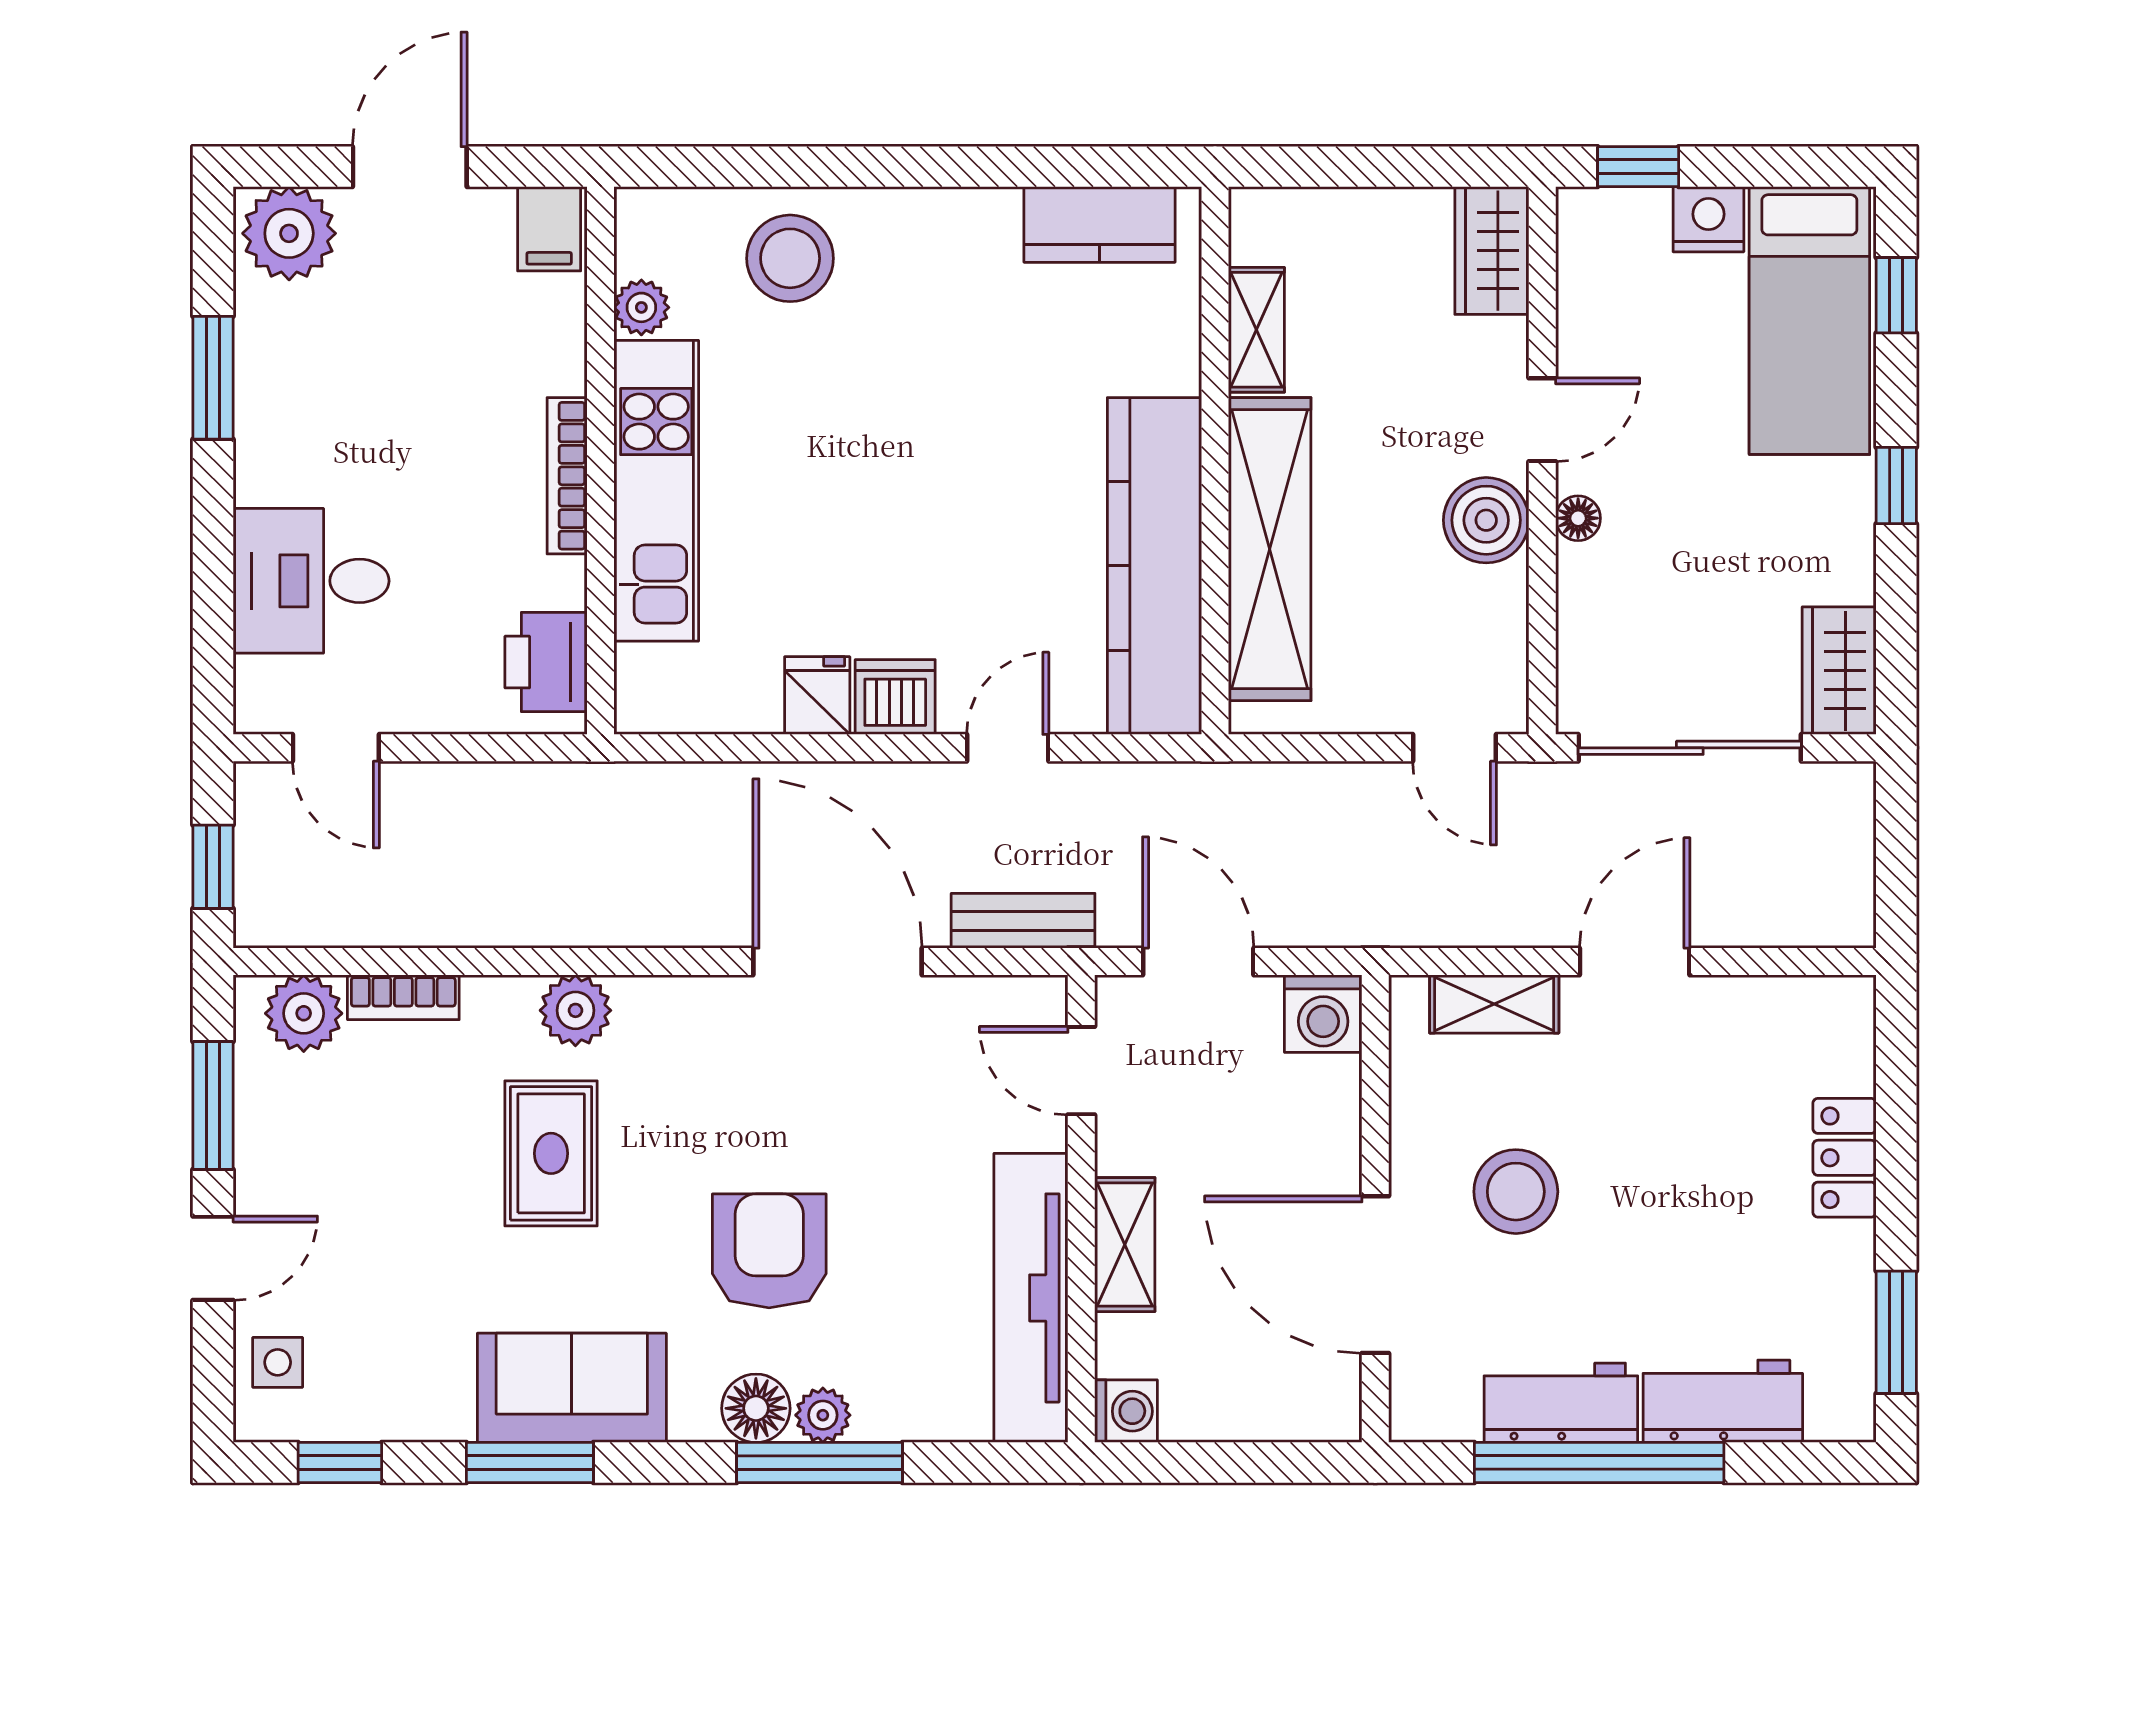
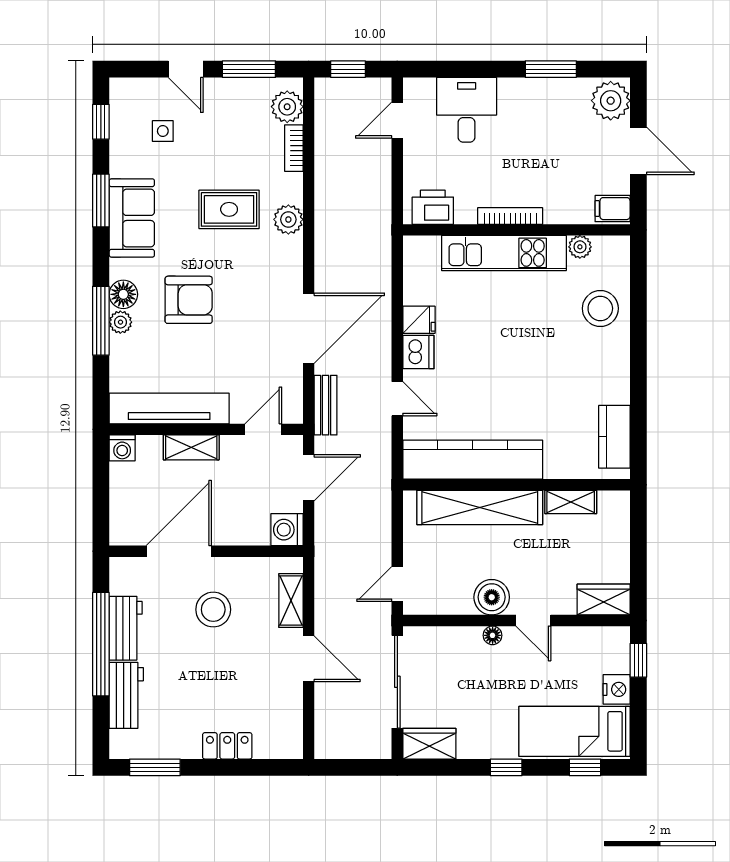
side table: (278, 1362) -> (163, 131), moved

